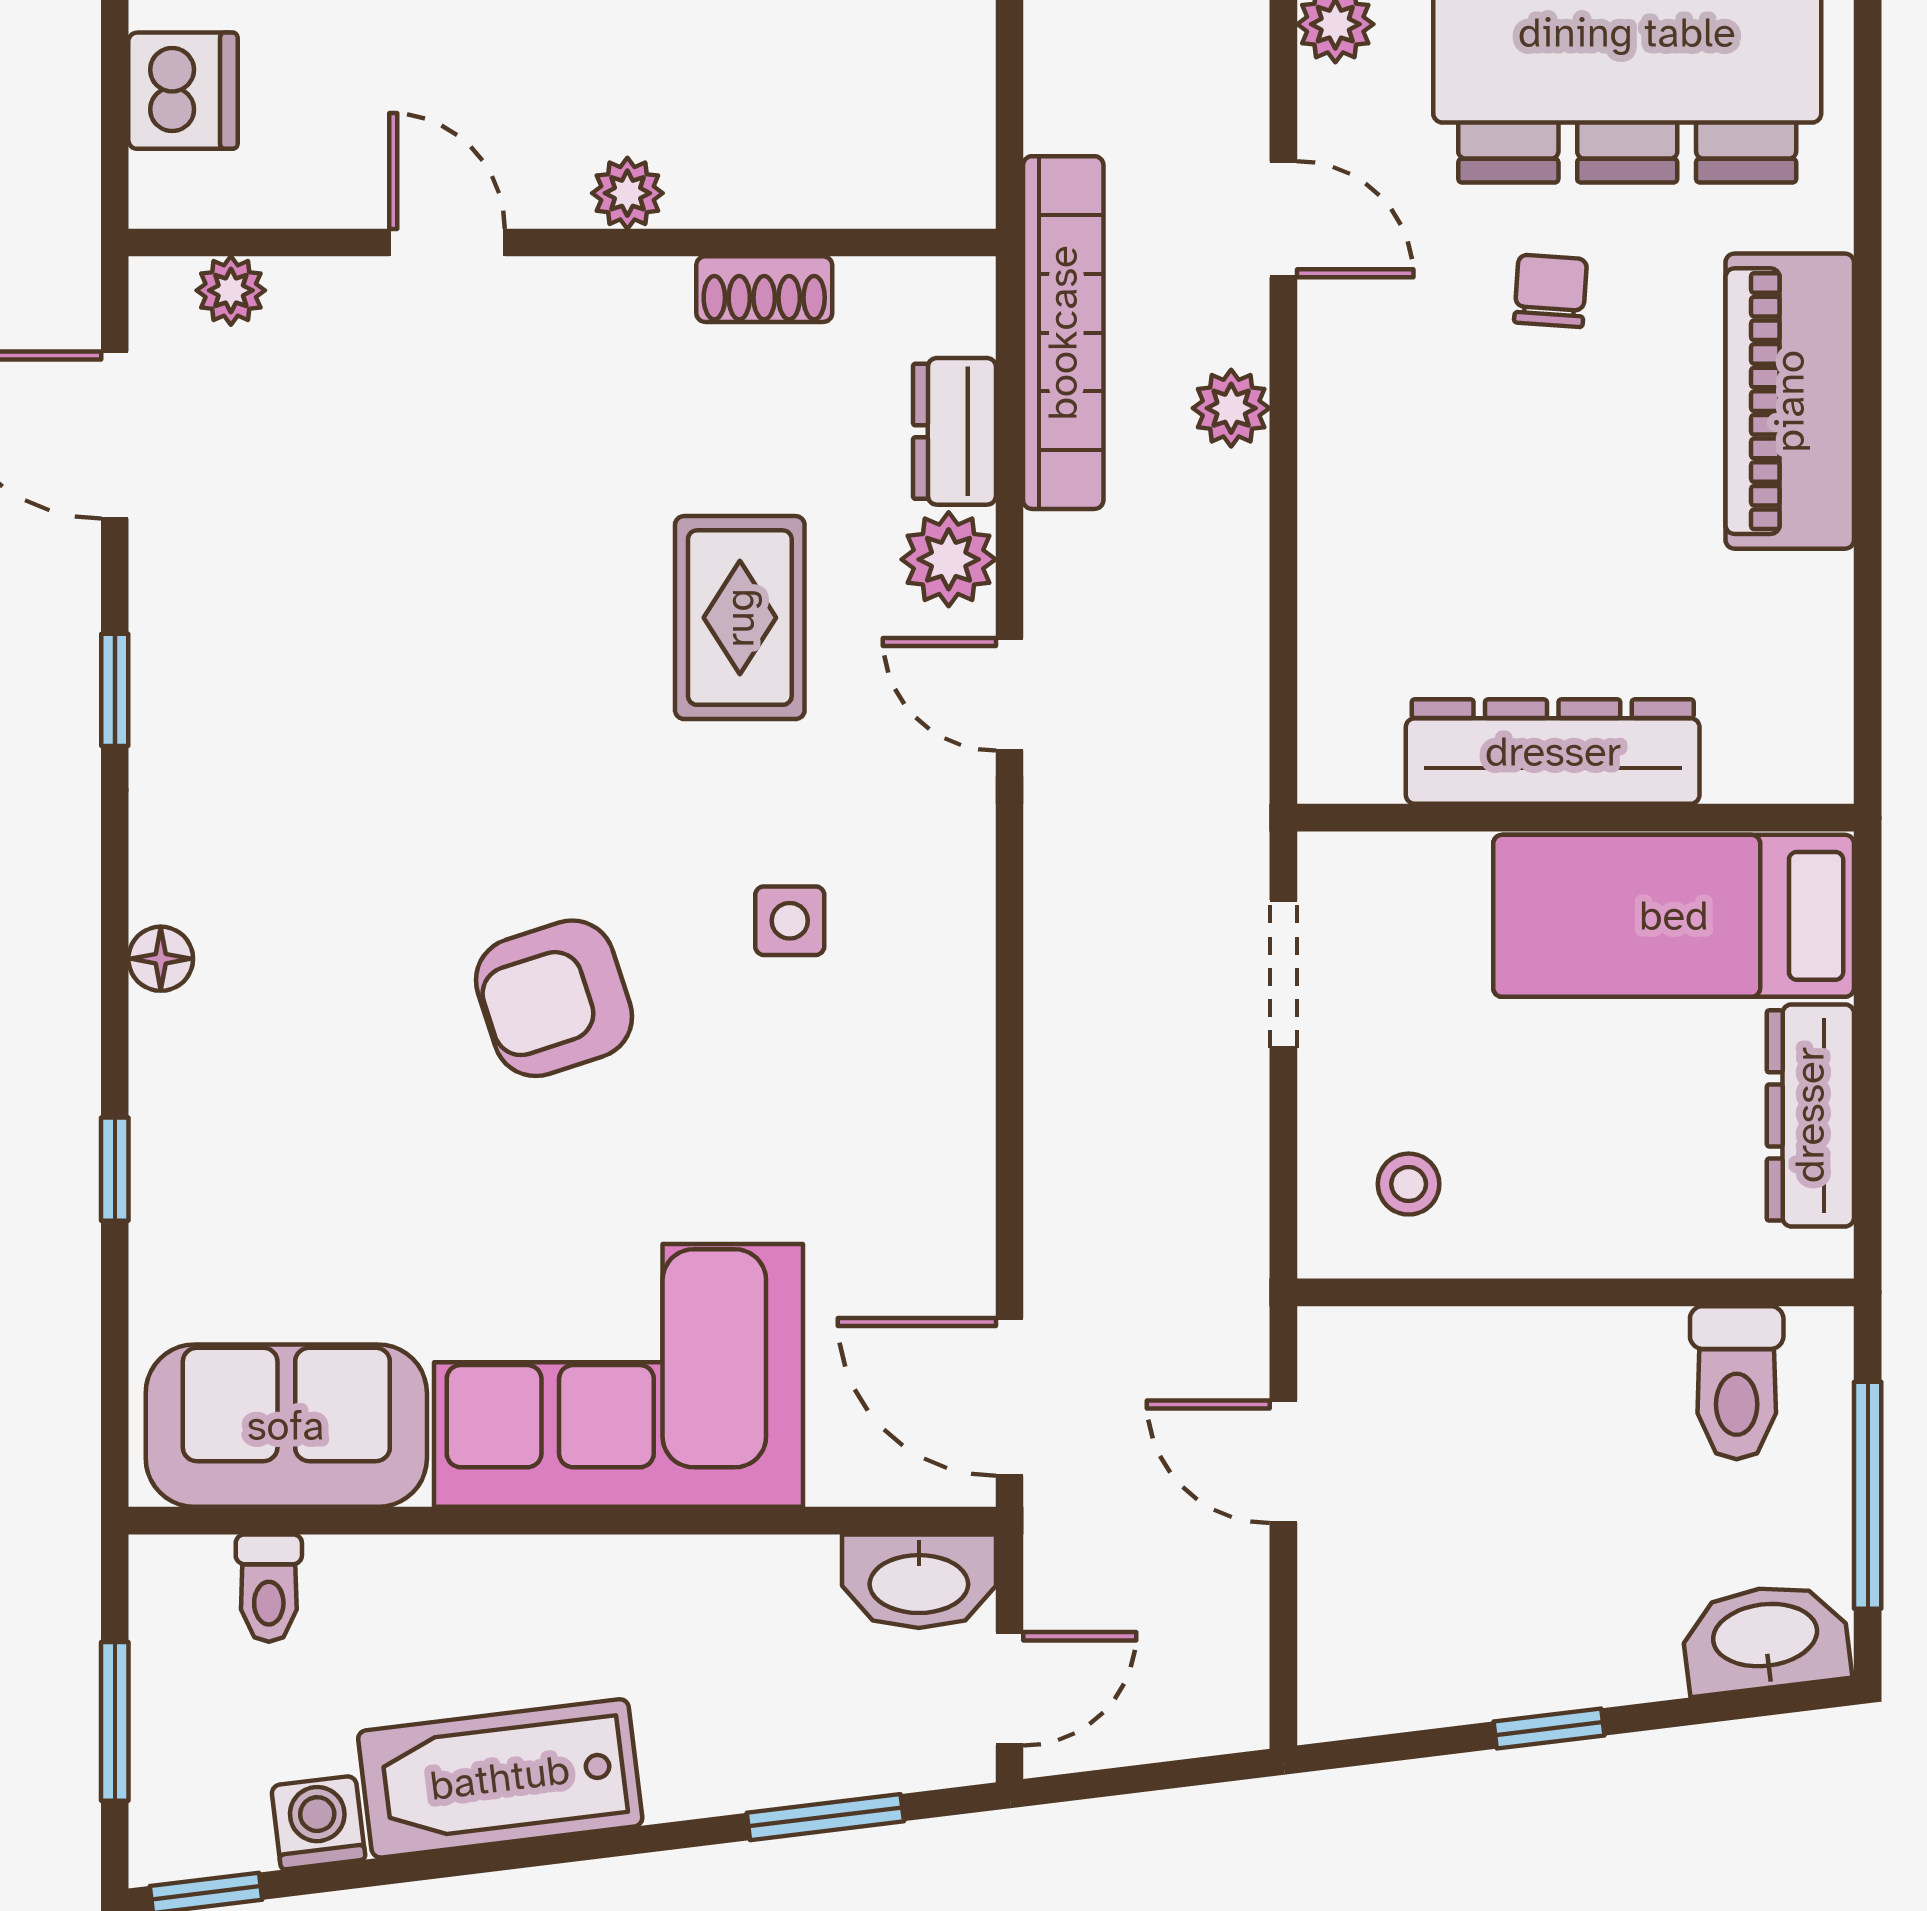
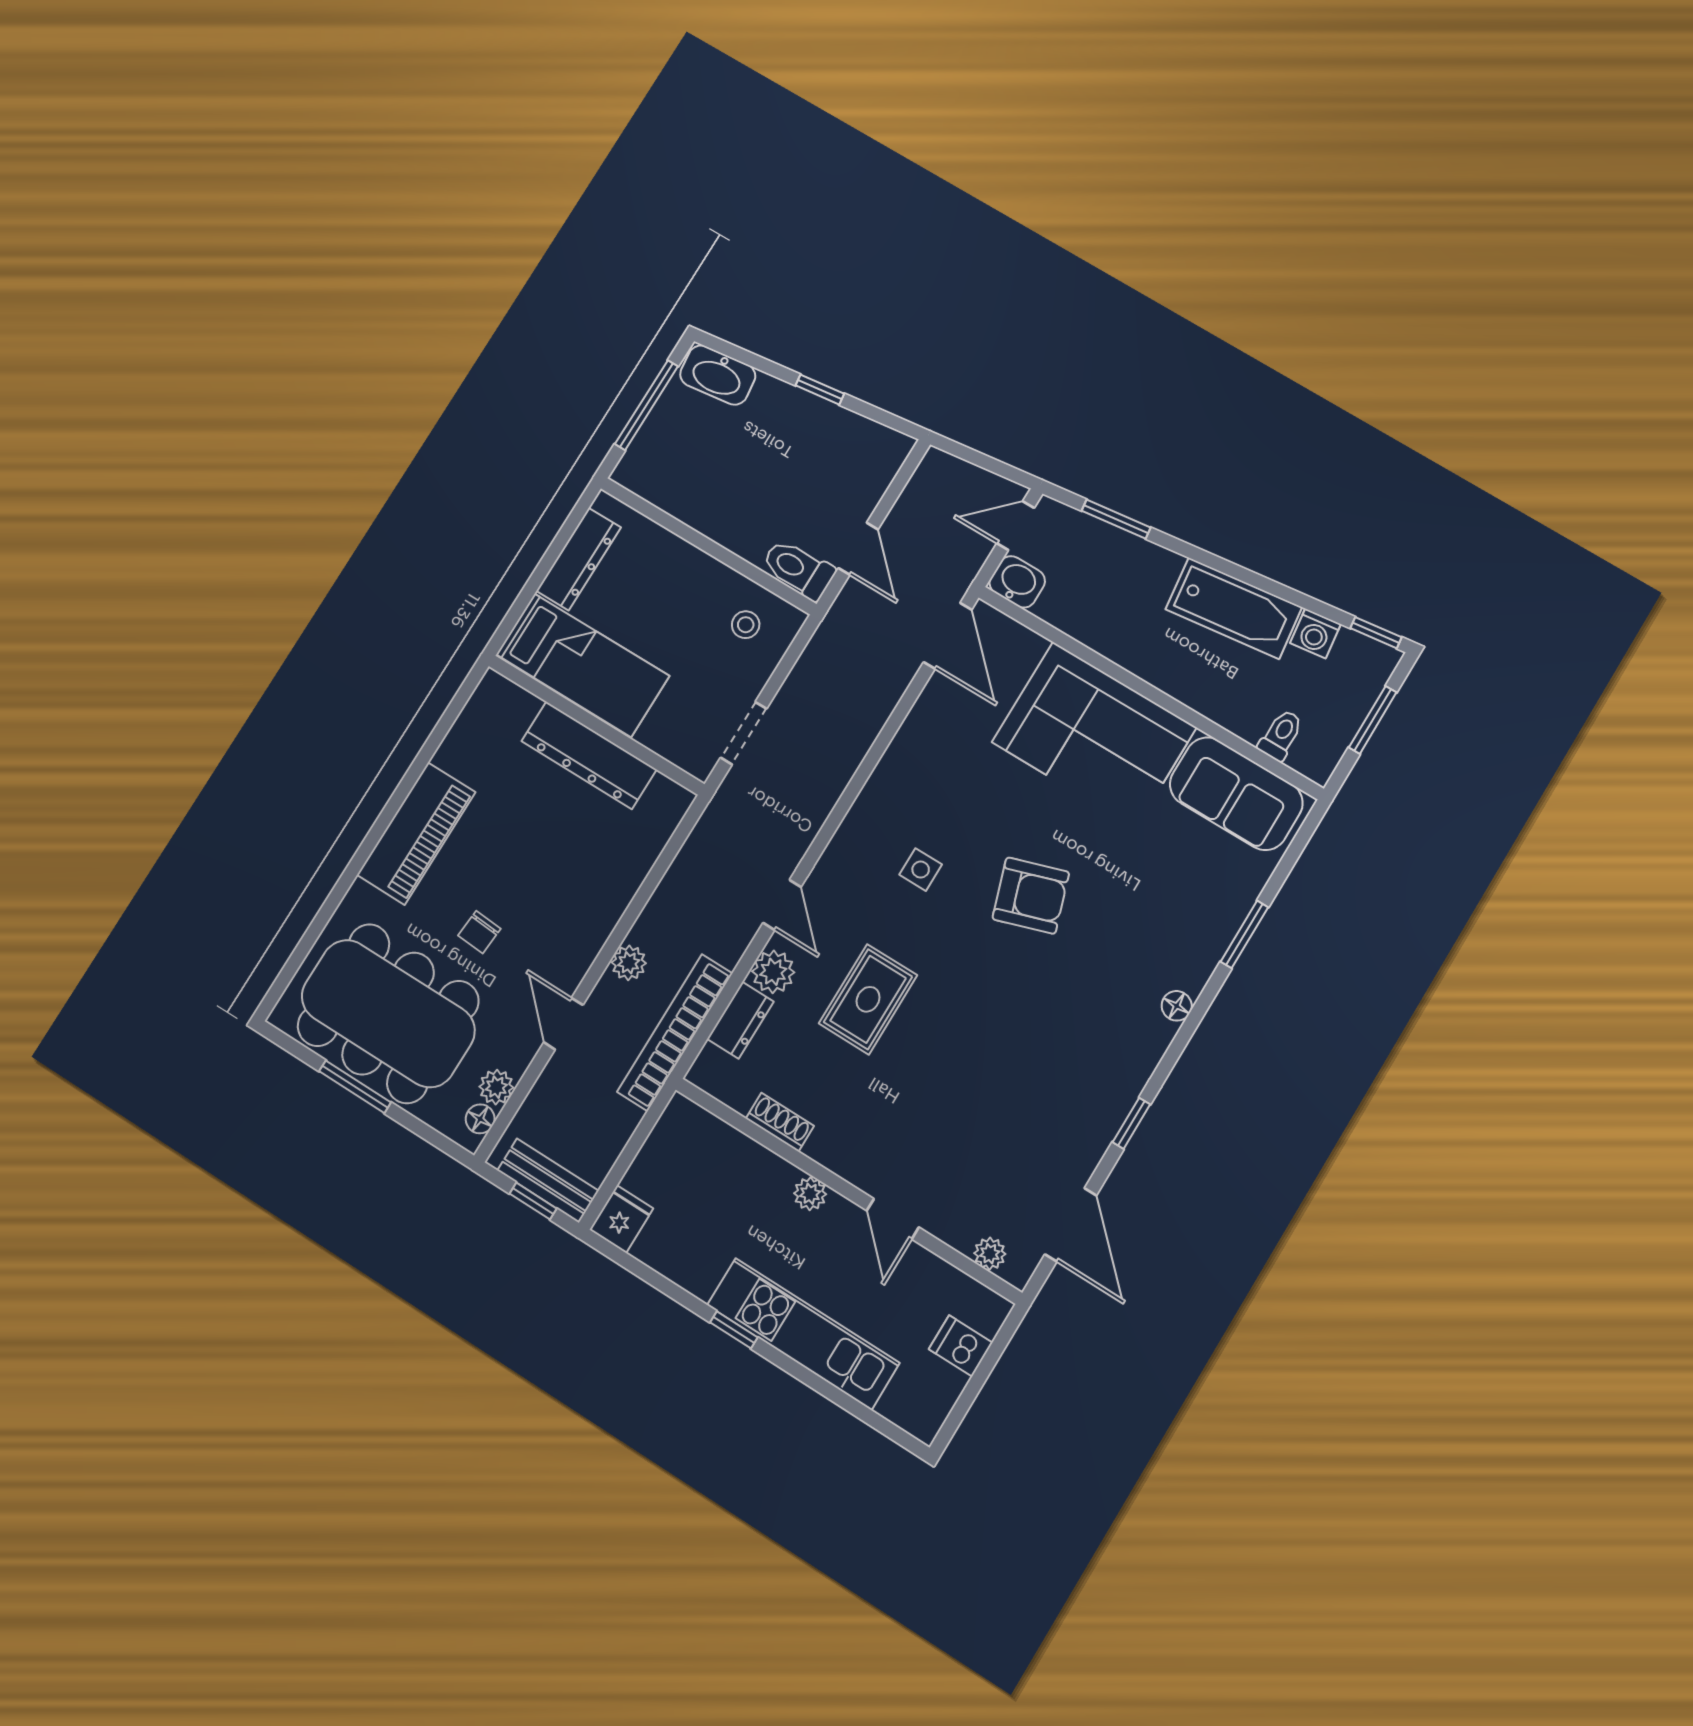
dishwasher: (183, 91) -> (961, 1346), width x0.73
window: (115, 1169) -> (1244, 934), width x1.50
toilet: (1737, 1383) -> (798, 569), moved, turned -90
washbasin: (919, 1581) -> (1017, 582), width x0.72

